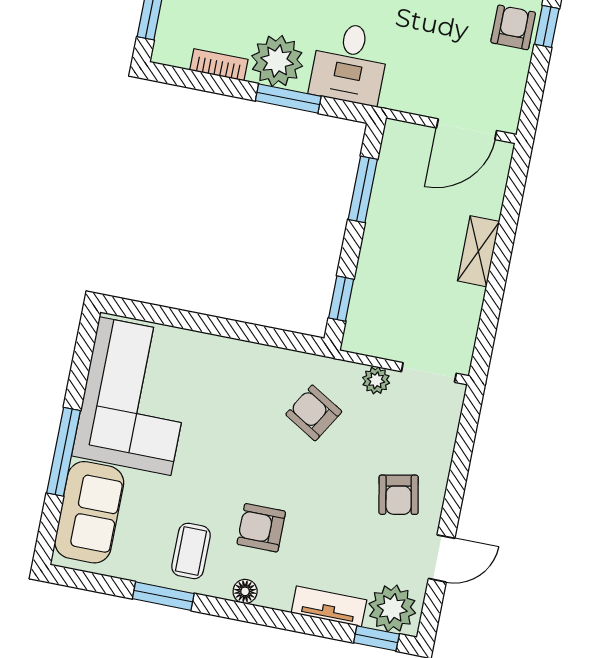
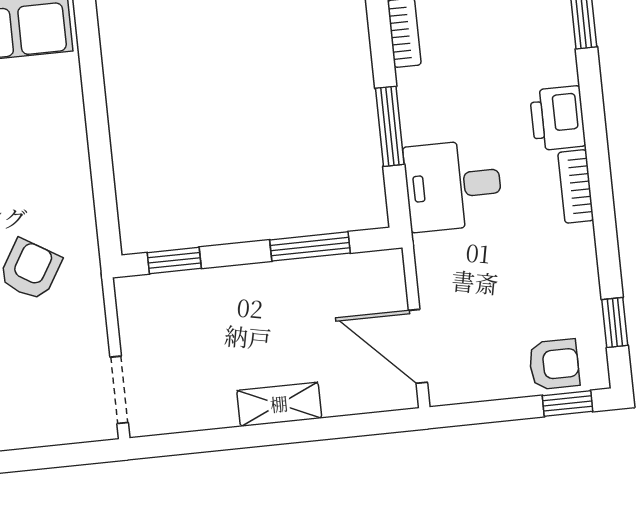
plant: (277, 61) -> (430, 100), removed
plant: (376, 380) -> (91, 331), removed

